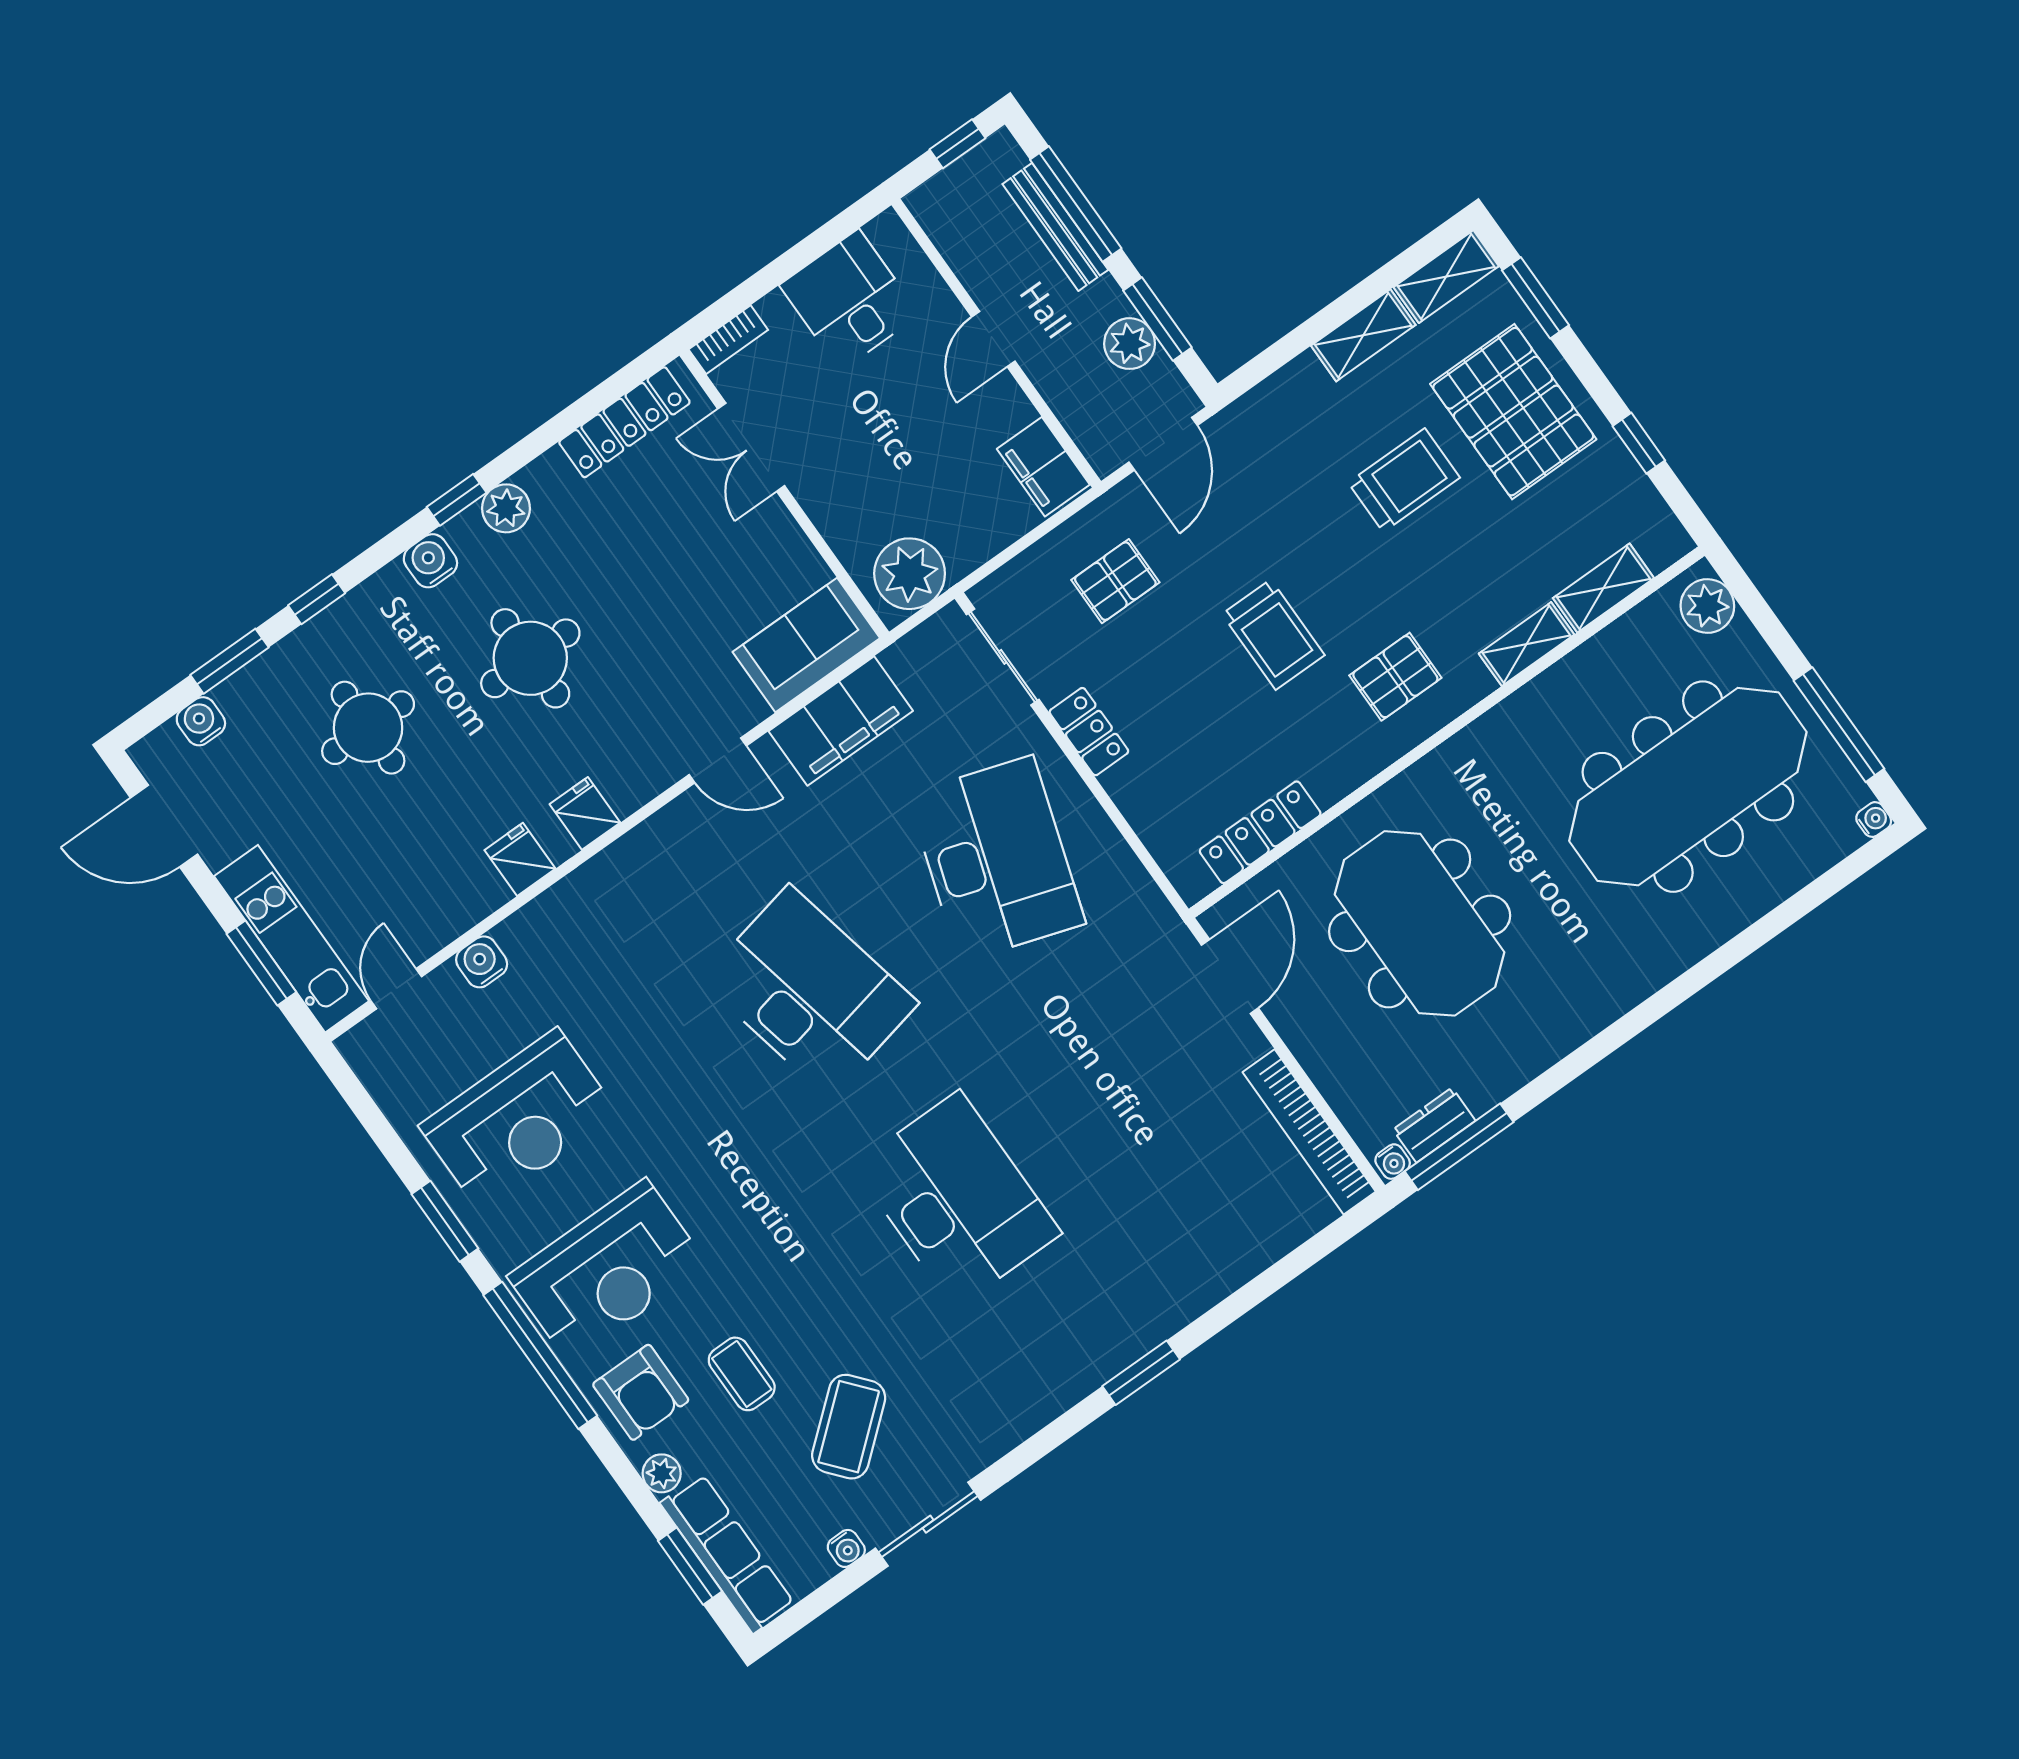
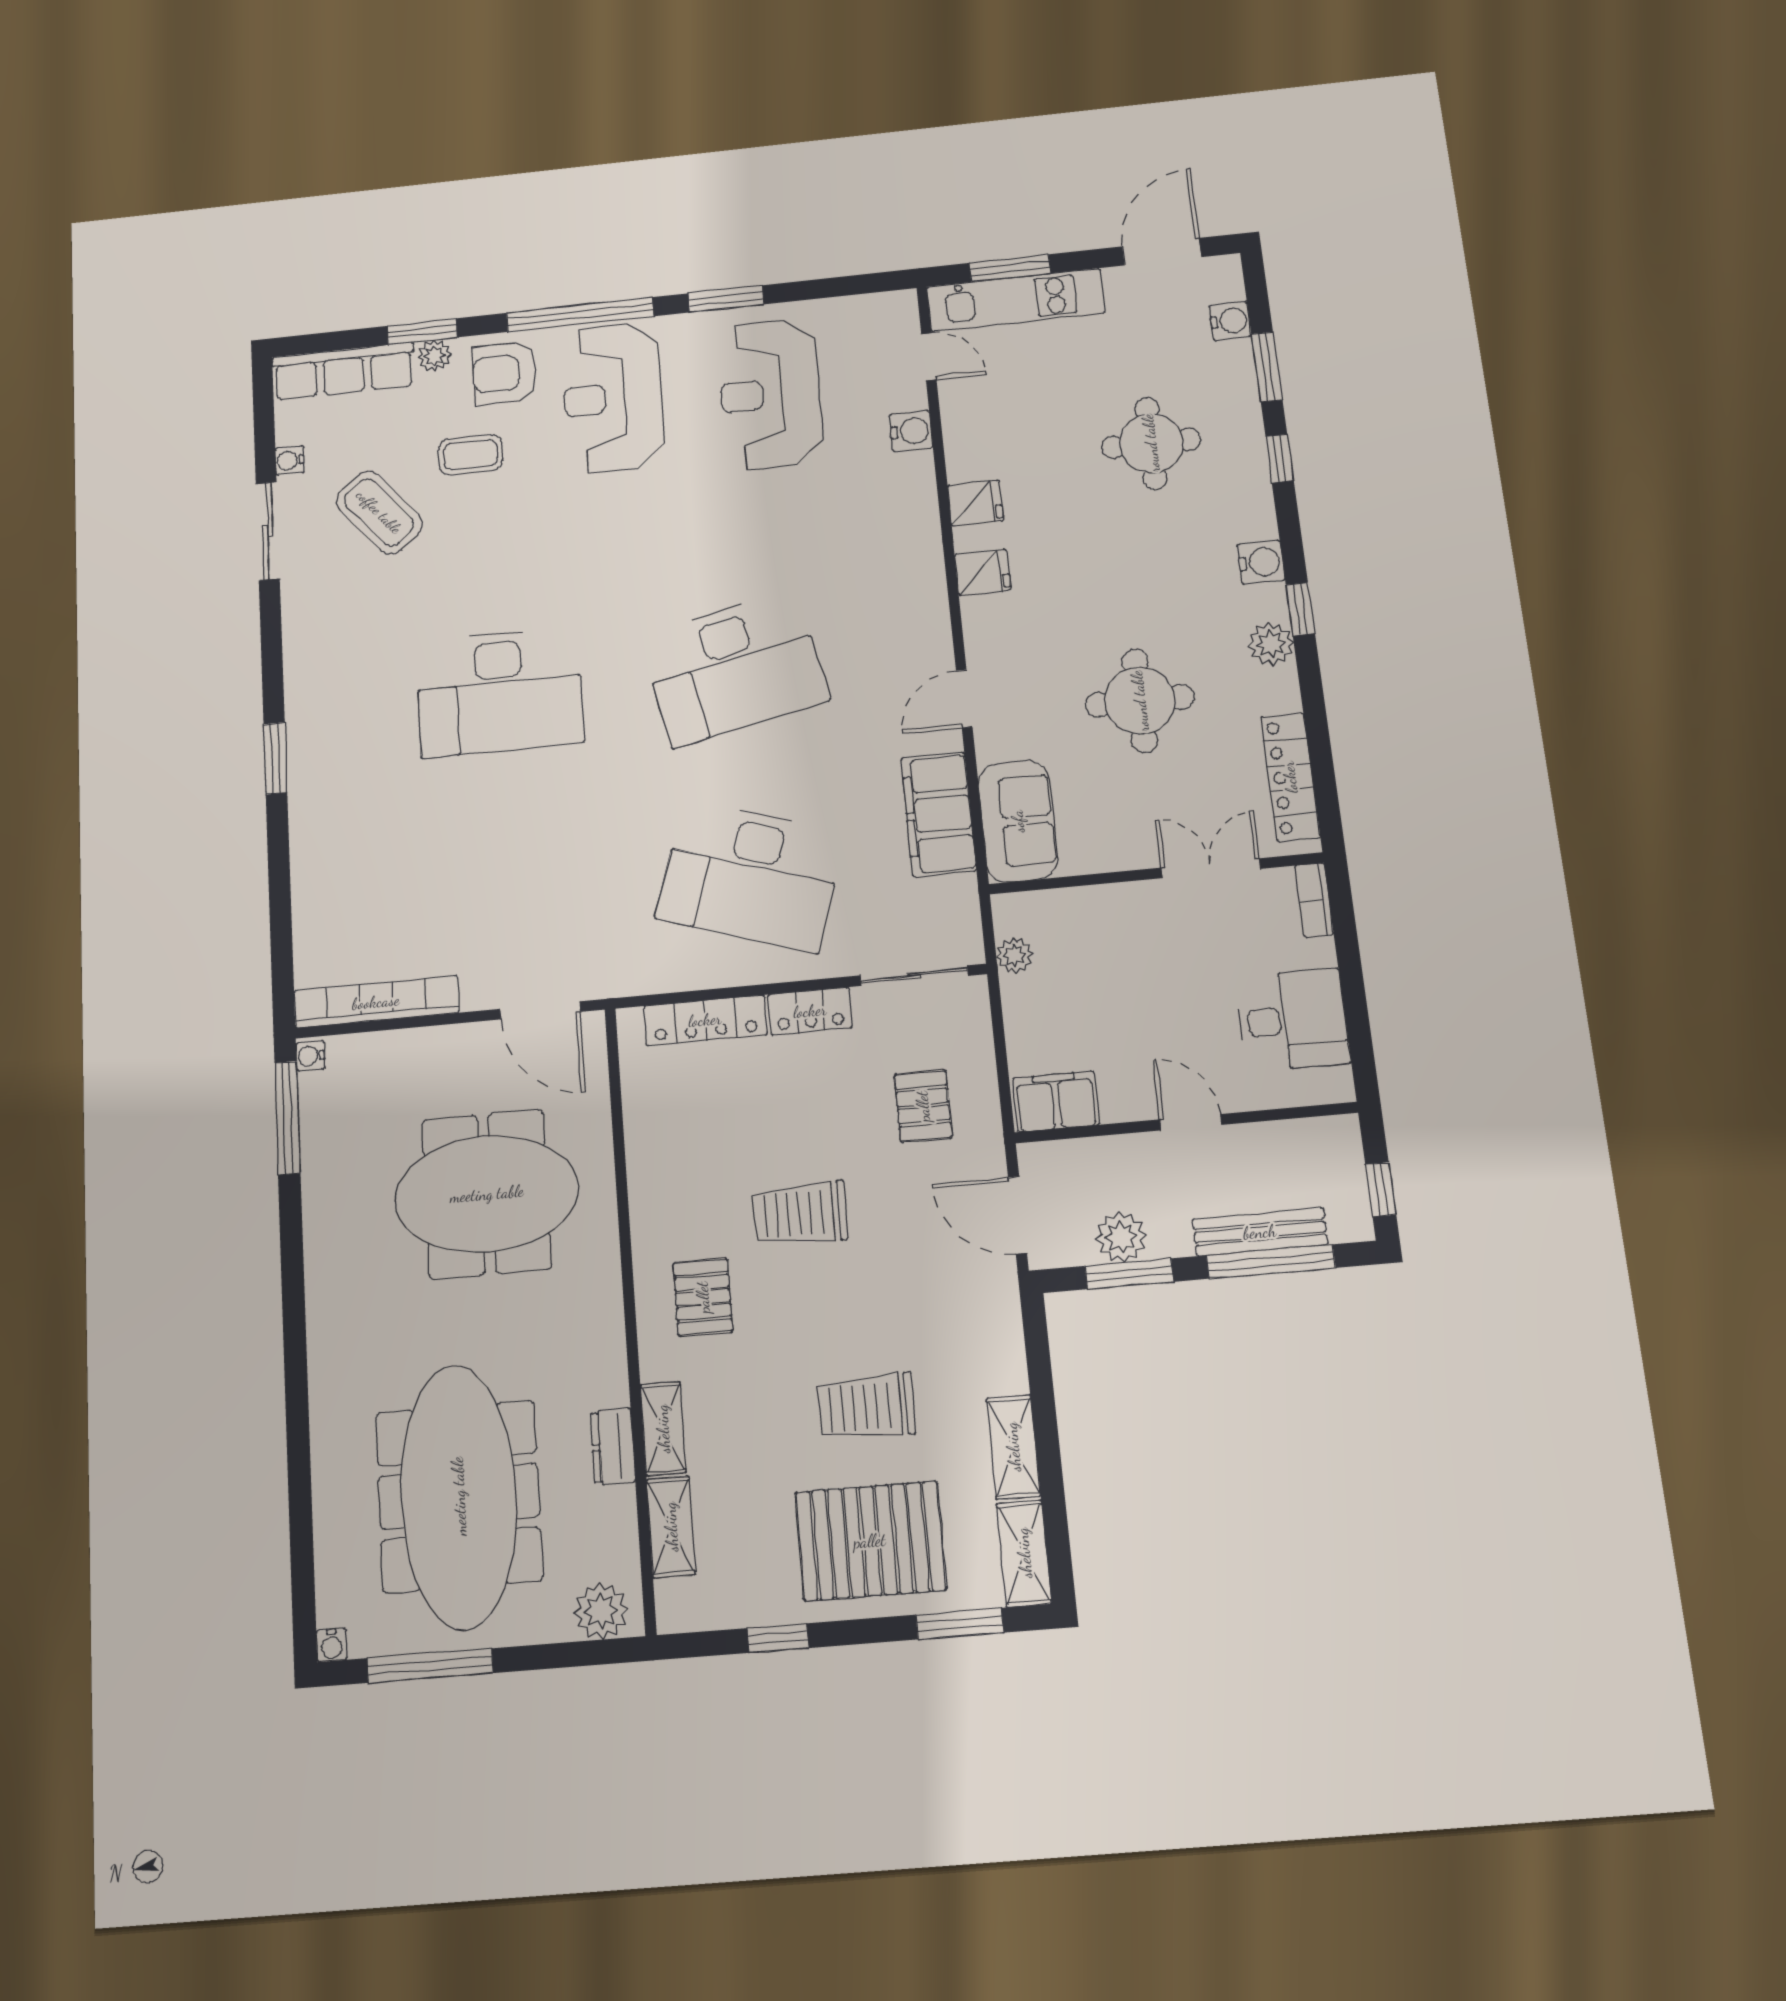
trolley: (1404, 480) -> (866, 1407), turned 90
plant: (910, 574) -> (1014, 955), width x0.53, depth x0.53
round table: (530, 658) -> (1140, 701), moved
locker: (1260, 832) -> (705, 1020), moved, turned 90
dresser: (1434, 1125) -> (613, 1446), moved, turned 180
window: (690, 1566) -> (422, 332), moved

